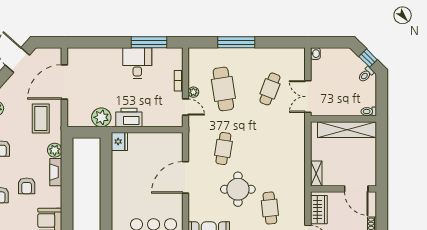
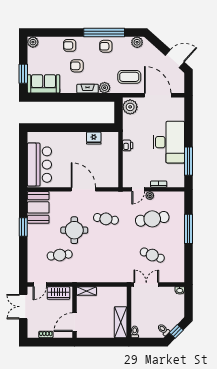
desk: (137, 63) -> (169, 142), width x1.87, depth x1.30
plant: (101, 117) -> (130, 107), moved
printer: (129, 118) -> (128, 145), width x0.53, depth x0.68
shelving: (347, 130) -> (121, 322), width x0.68
fridge: (119, 142) -> (94, 138), moved

